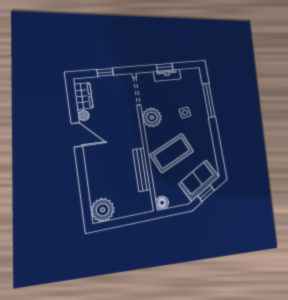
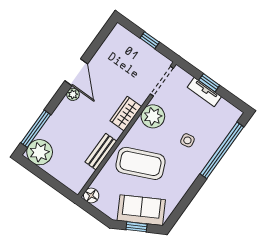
wardrobe: (83, 96) -> (126, 114), moved, turned 180
window: (209, 100) -> (222, 150), width x1.46
plant: (84, 115) -> (73, 94), moved
bench: (142, 170) -> (101, 152), width x0.73
window: (85, 197) -> (36, 129), added

